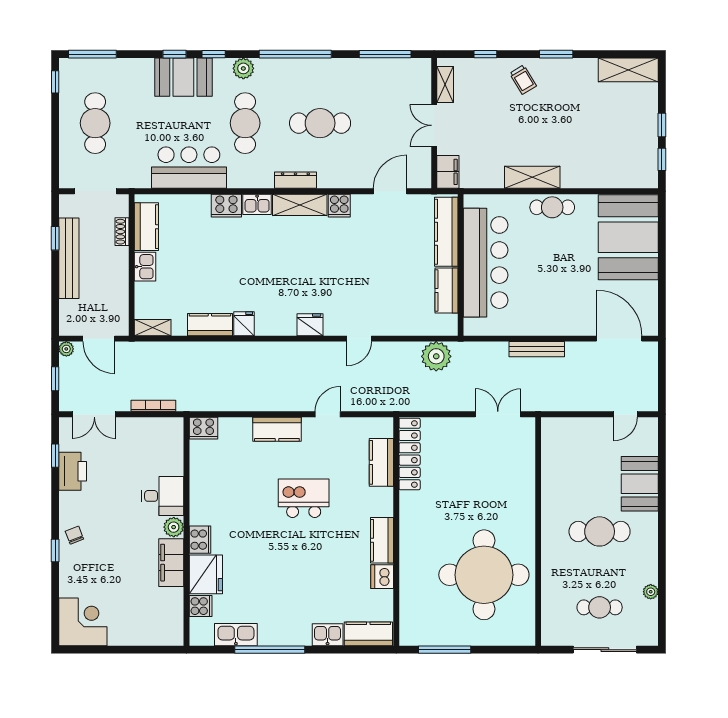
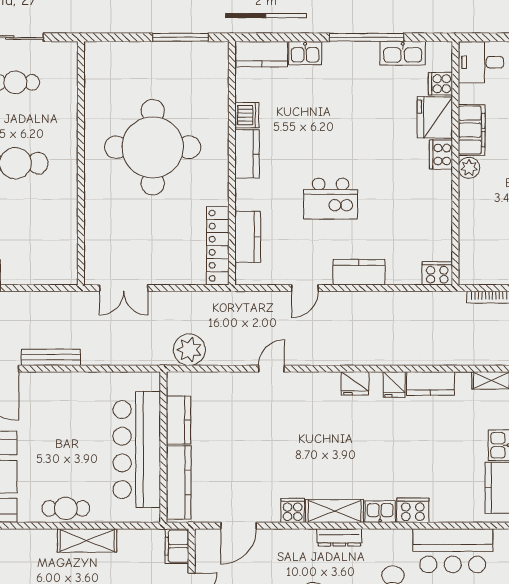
fridge: (310, 325) -> (355, 383), moved
bench: (537, 349) -> (51, 357), moved
desk: (162, 496) -> (481, 62), moved
round table: (484, 575) -> (153, 147), moved

